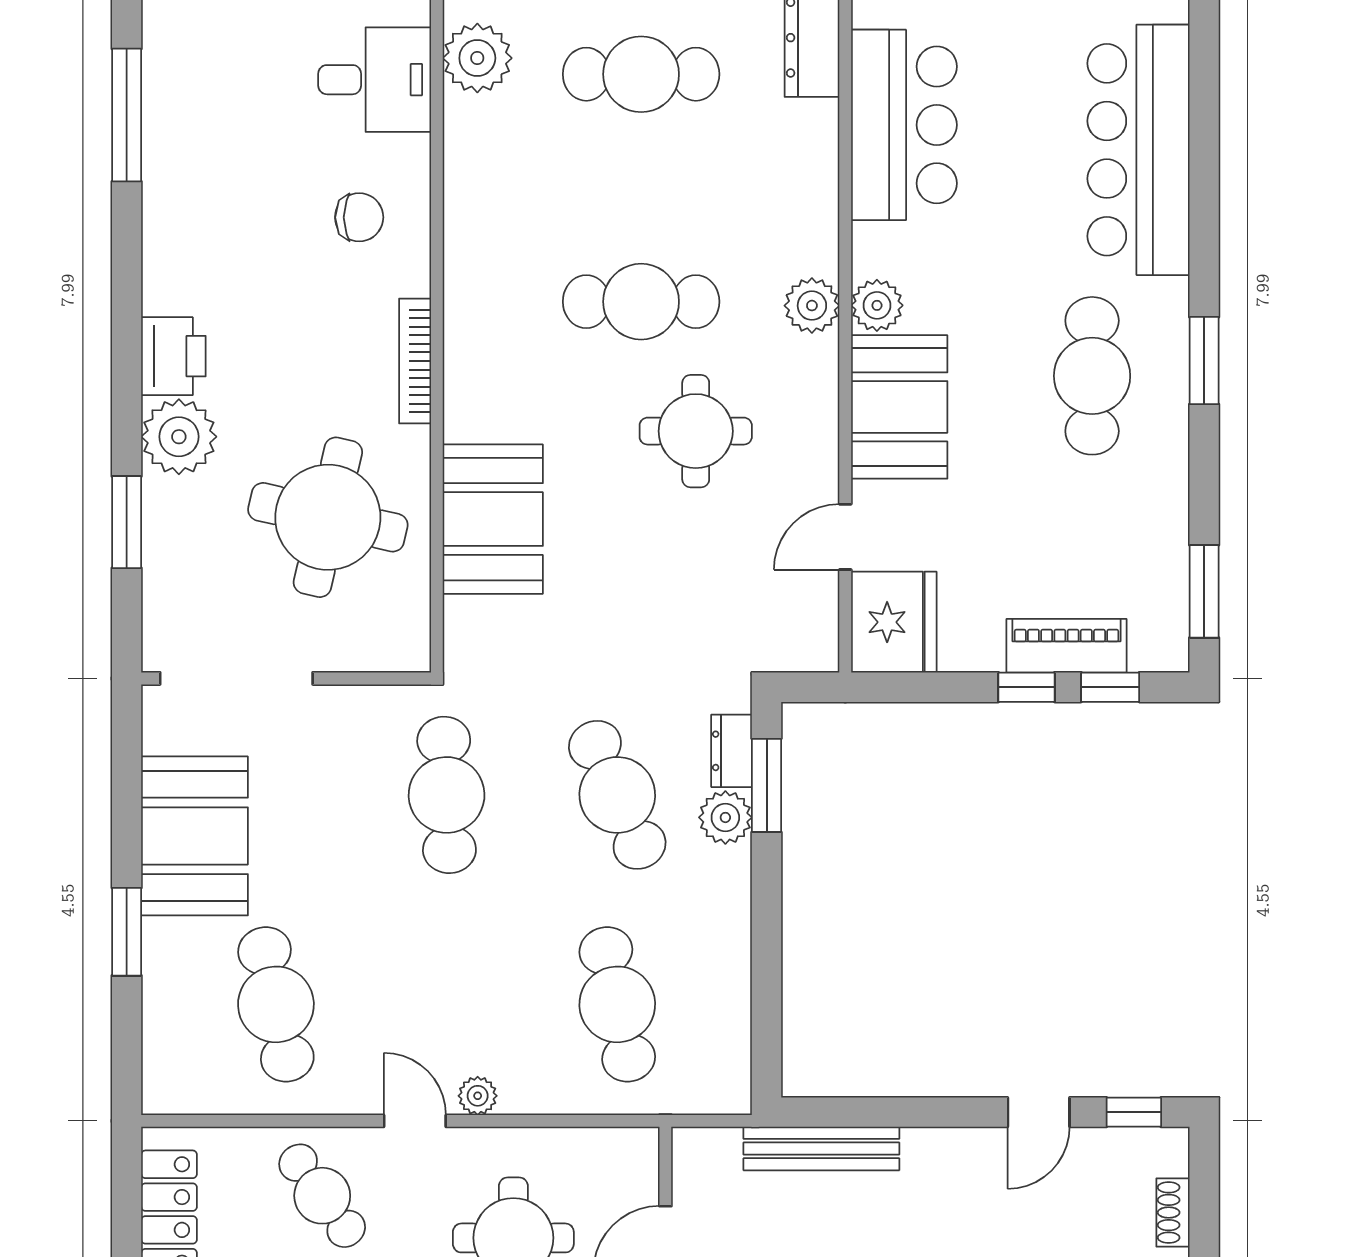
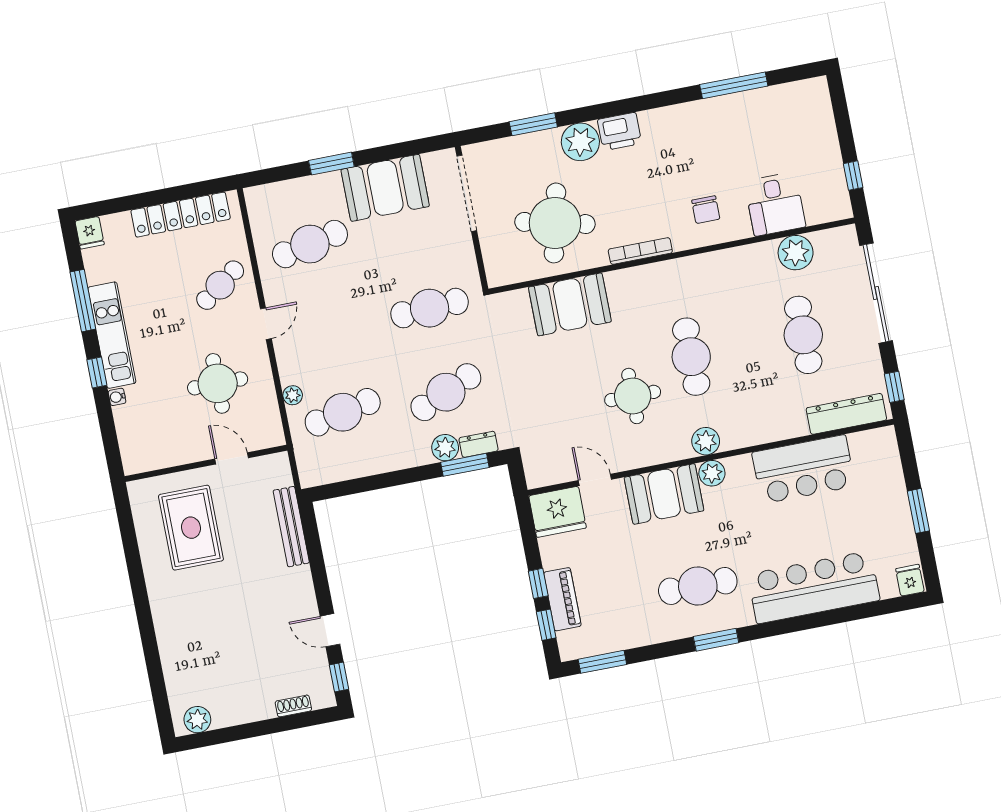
plant: (478, 1096) -> (293, 395), moved

